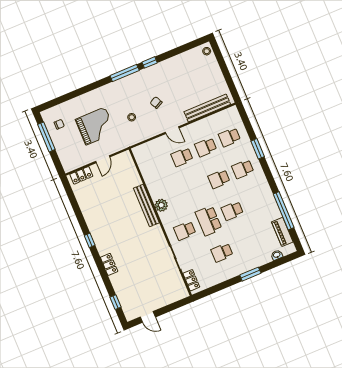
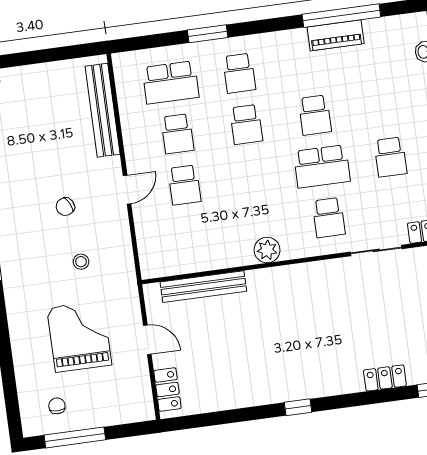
school desk: (229, 137) -> (171, 82), width x1.85
bench: (146, 205) -> (203, 287), moved
piano: (282, 232) -> (336, 35), moved
locker: (109, 264) -> (385, 378), moved

